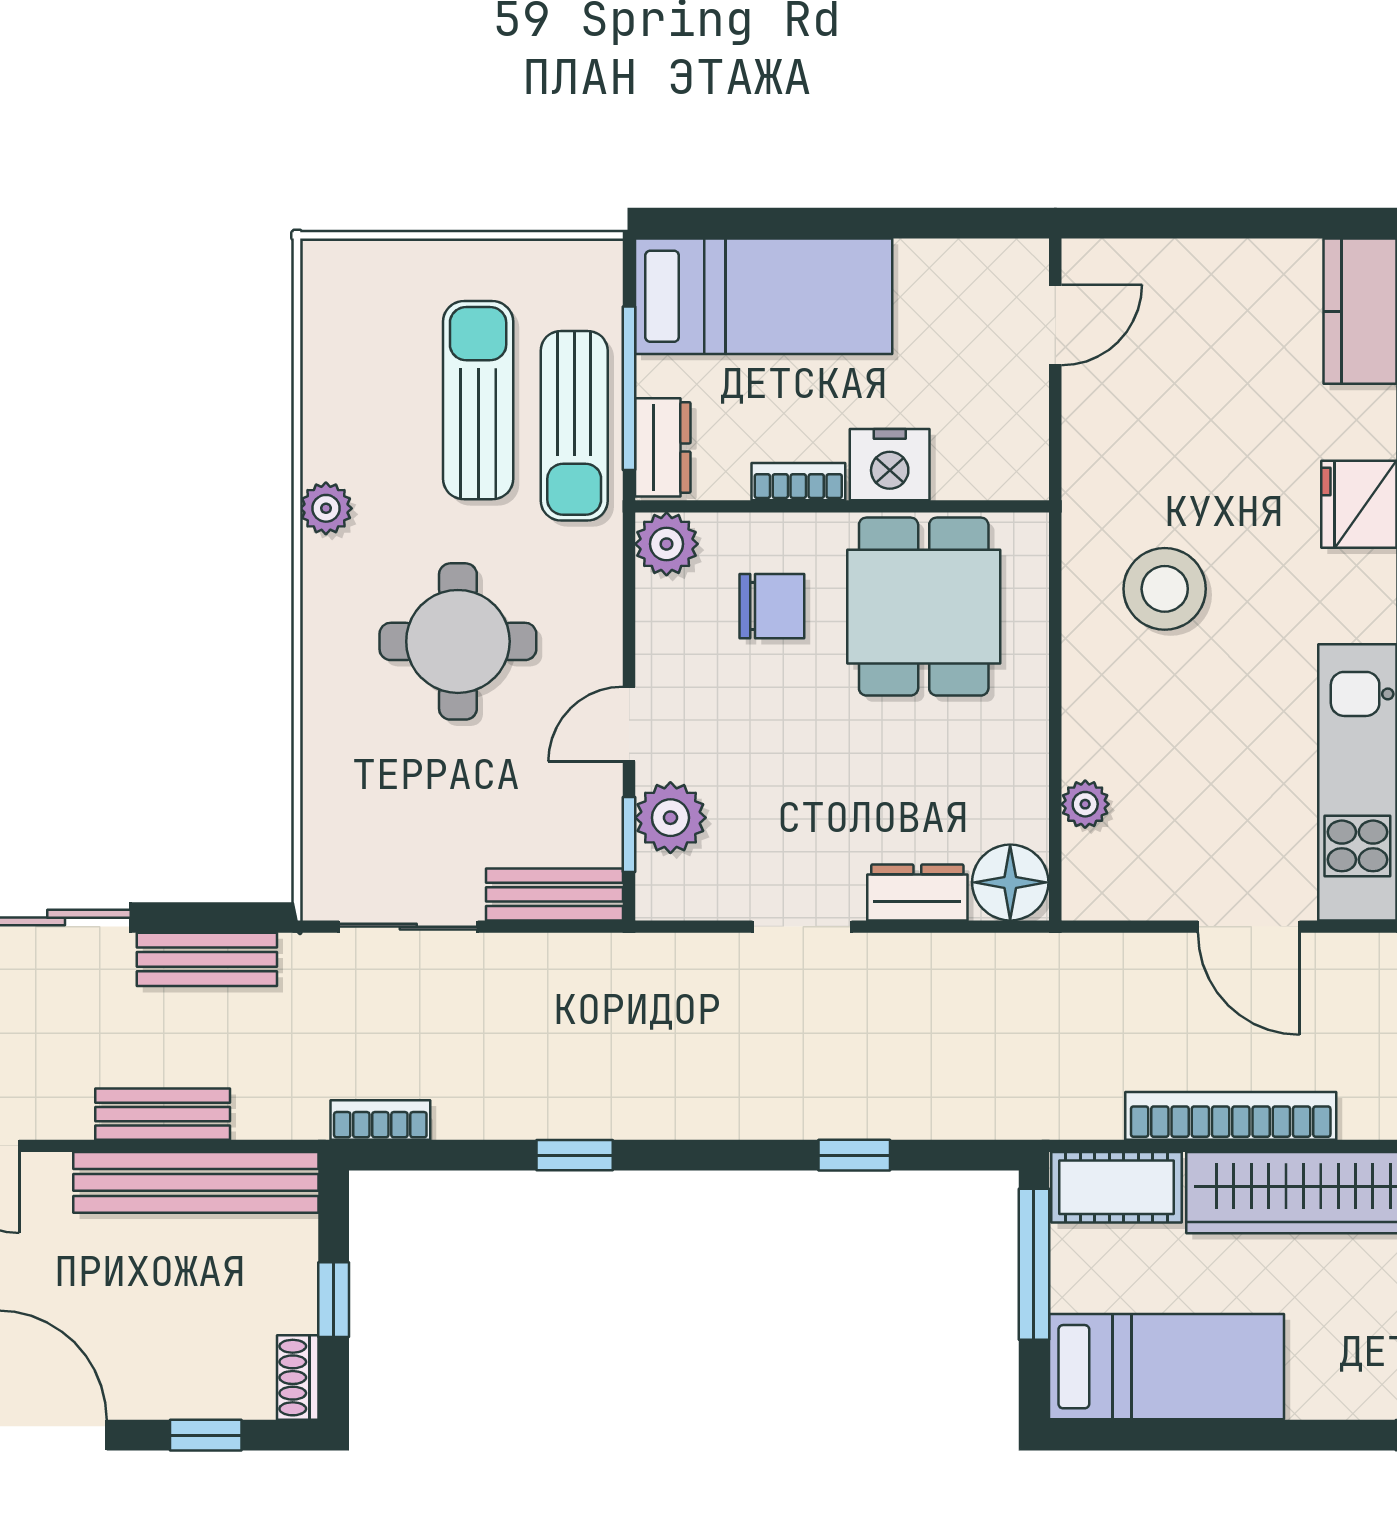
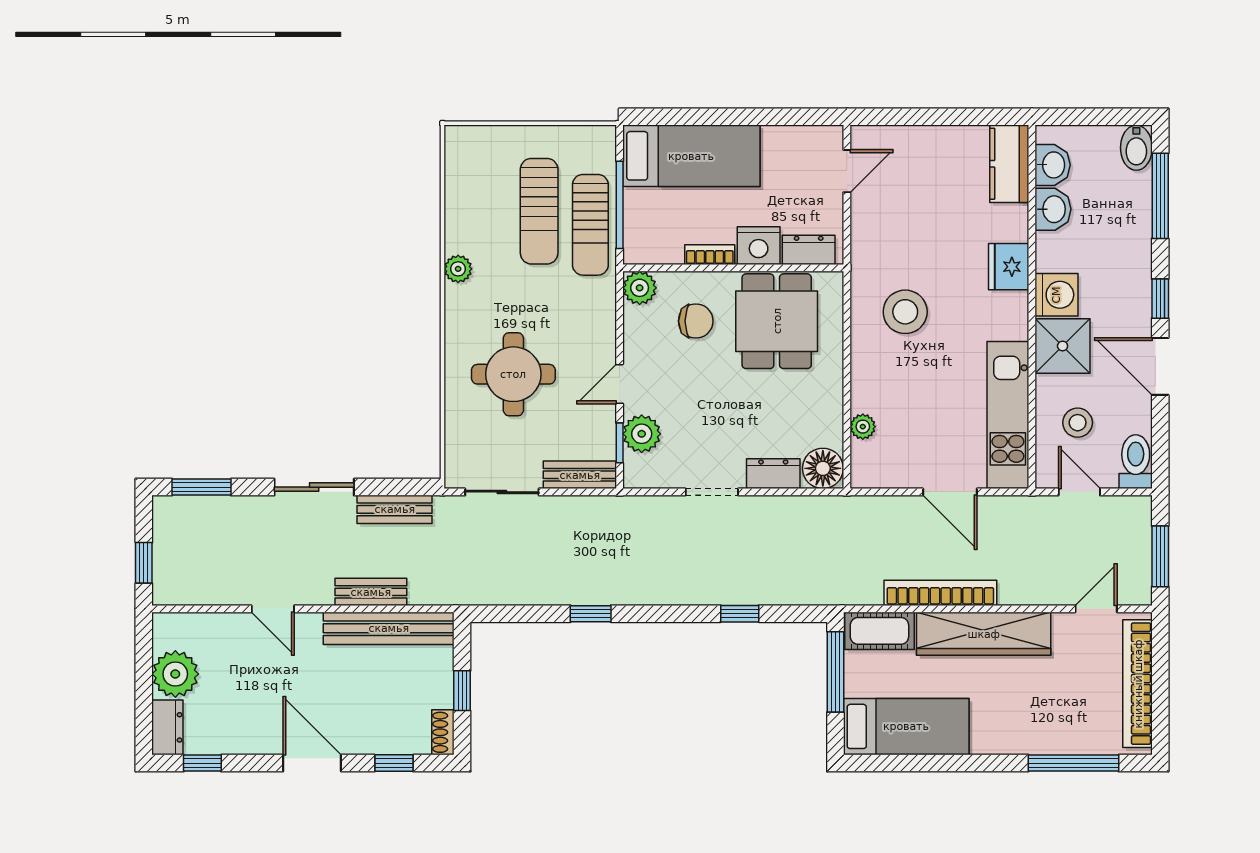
sun lounger: (478, 400) -> (539, 211), turned 180
dresser: (663, 447) -> (809, 250), moved, turned -90
round table: (458, 641) -> (513, 374), moved
bookcase: (380, 1120) -> (487, 595), removed

